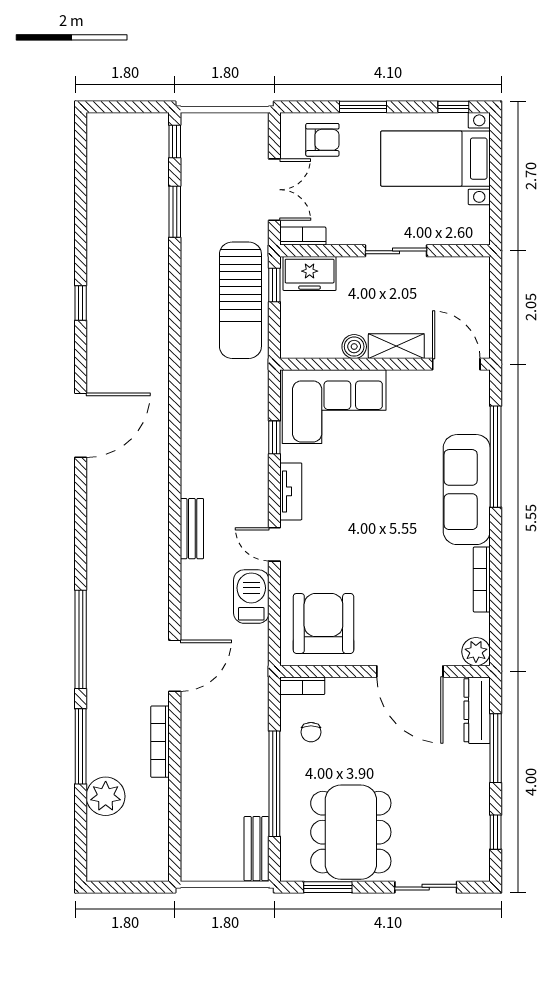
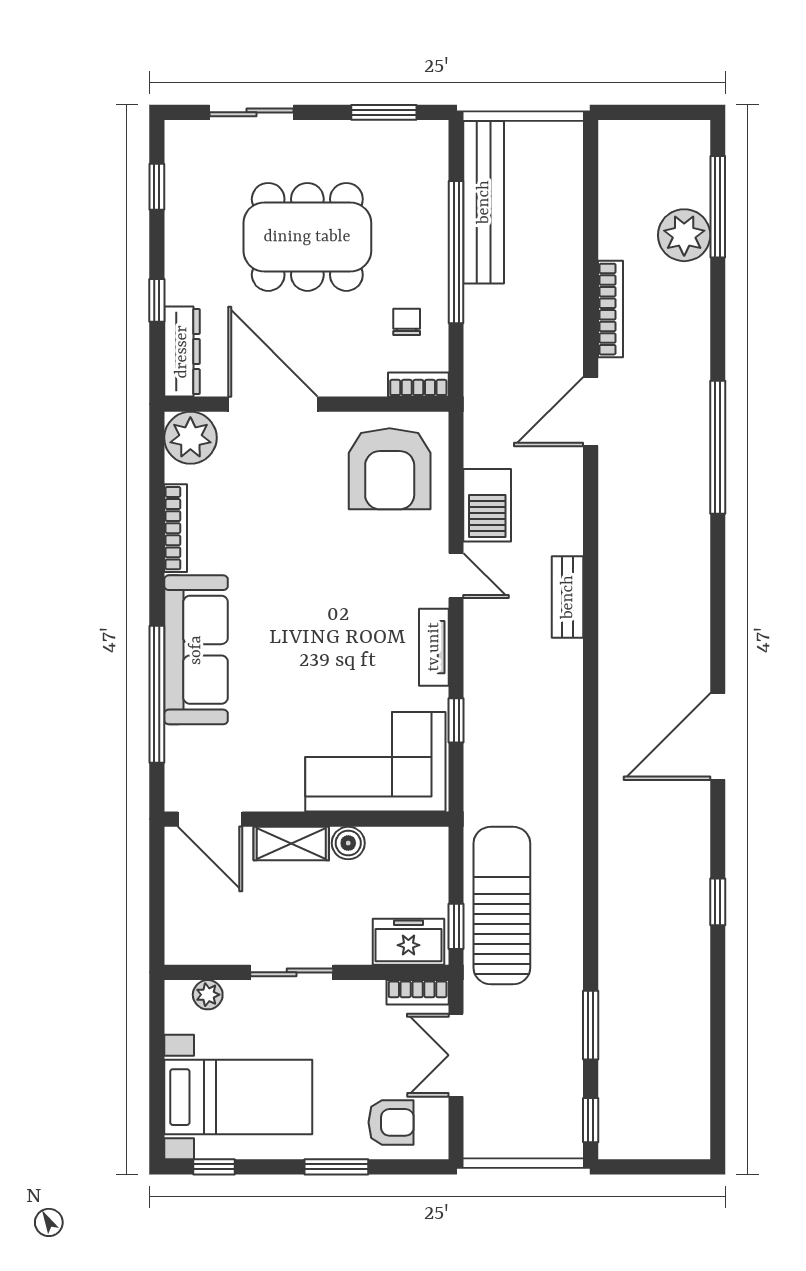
armchair: (322, 140) -> (391, 1122), turned 180
plant: (458, 234) -> (208, 995), added
plant: (476, 652) -> (190, 438), width x1.36, depth x1.36
window: (81, 746) -> (718, 207), moved
window: (496, 748) -> (157, 300), width x0.46
dining table: (351, 832) -> (307, 237), moved, turned 90
bench: (257, 849) -> (484, 202), width x1.86, depth x1.21

